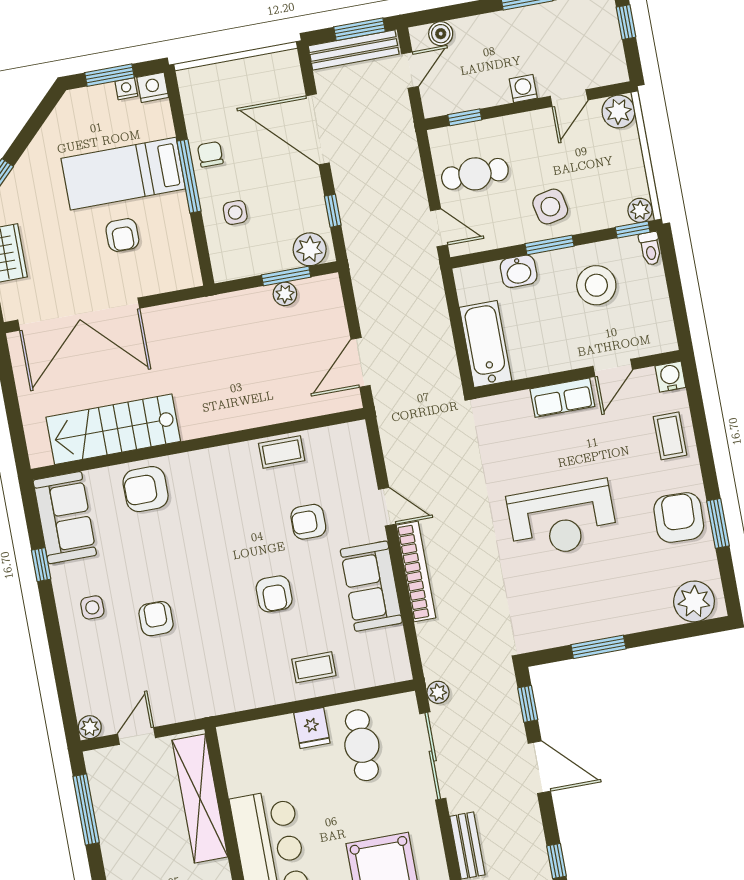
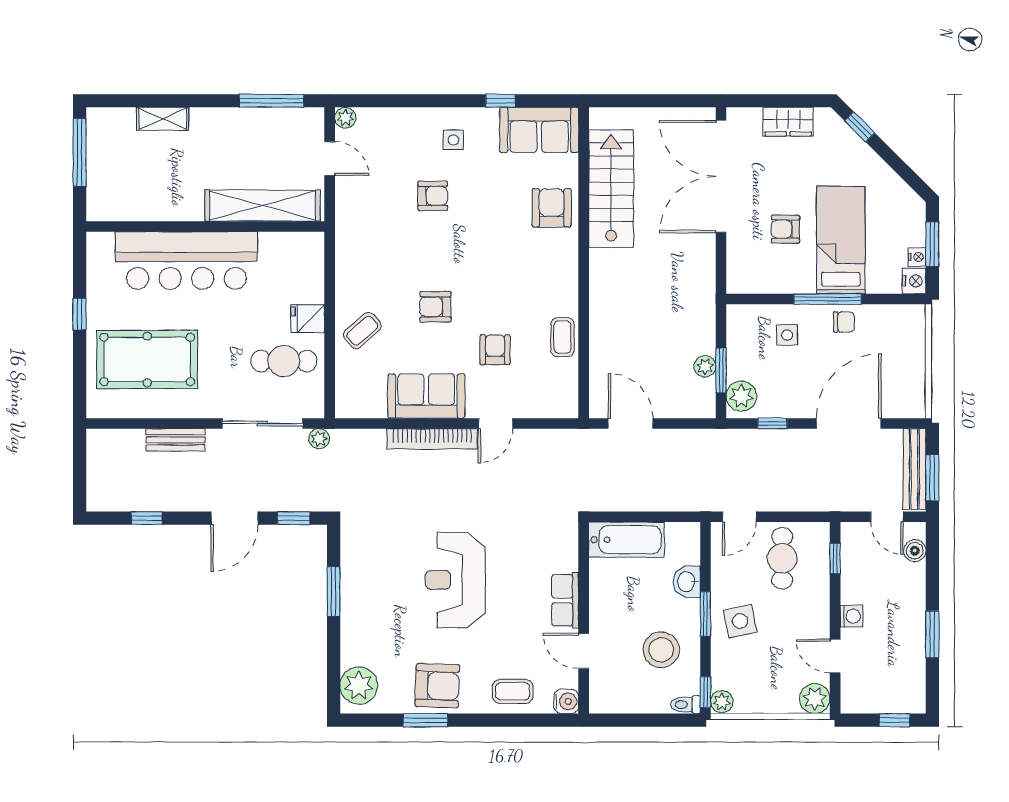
coffee table: (314, 667) -> (362, 331), turned 49

